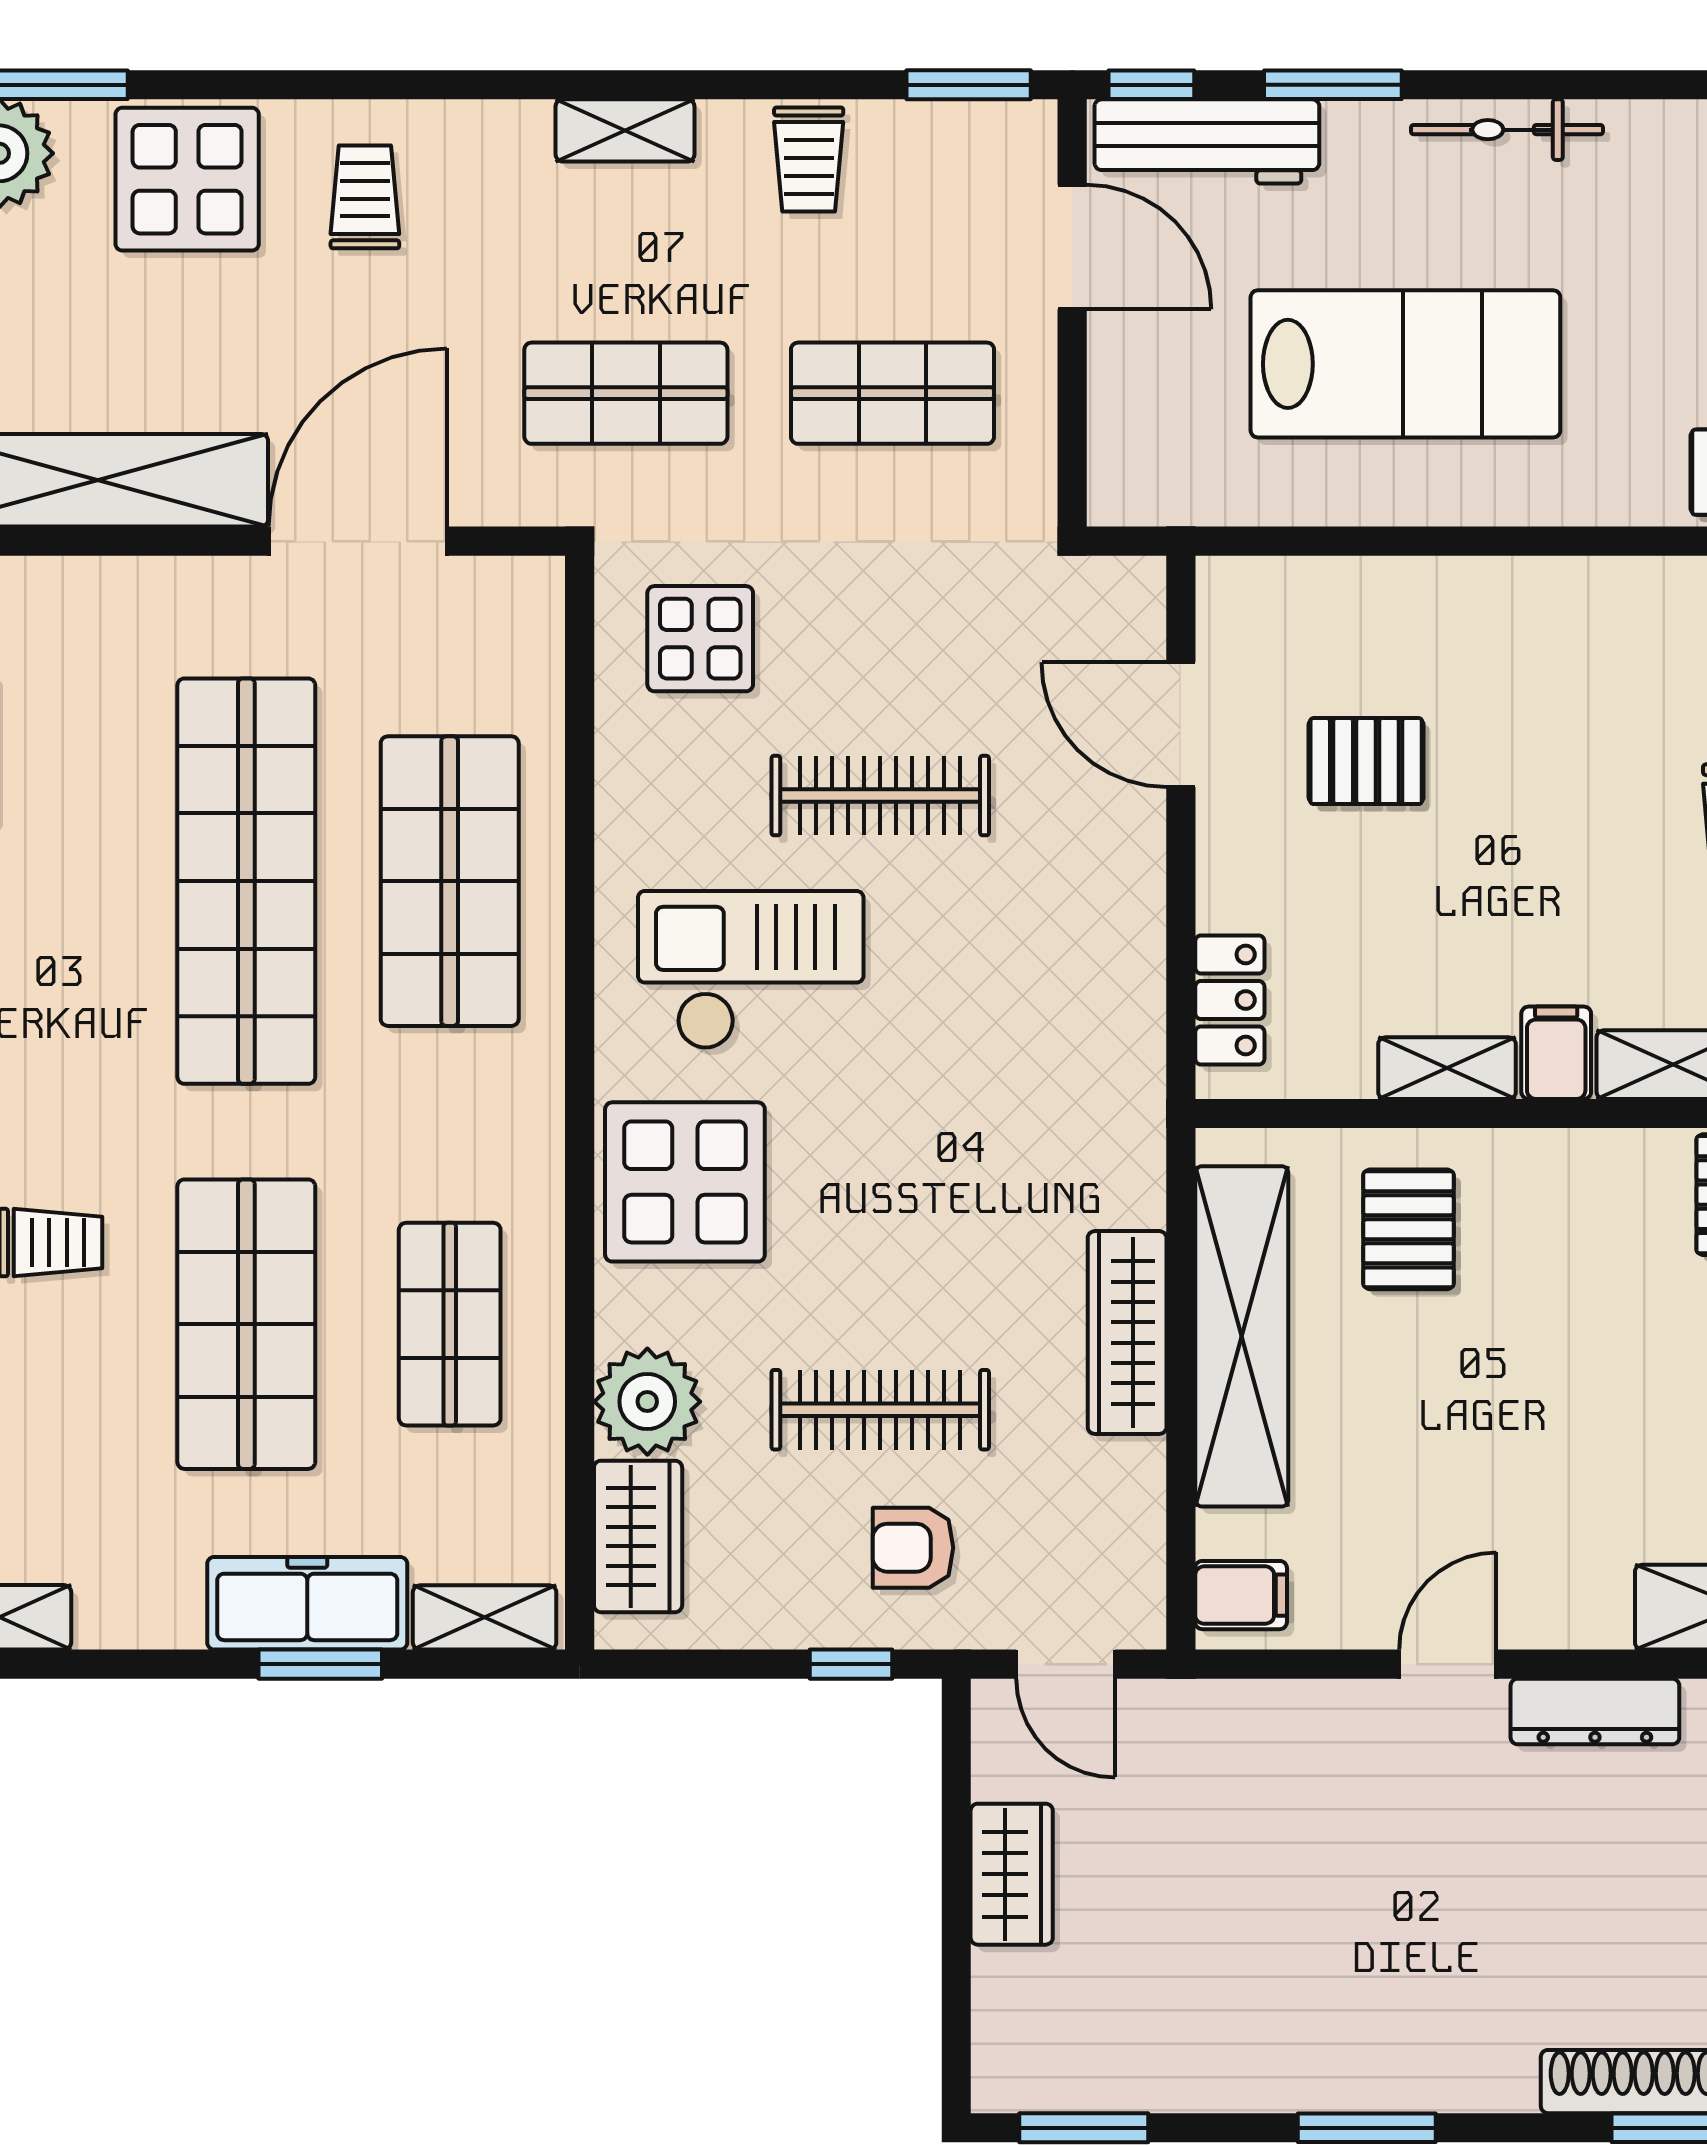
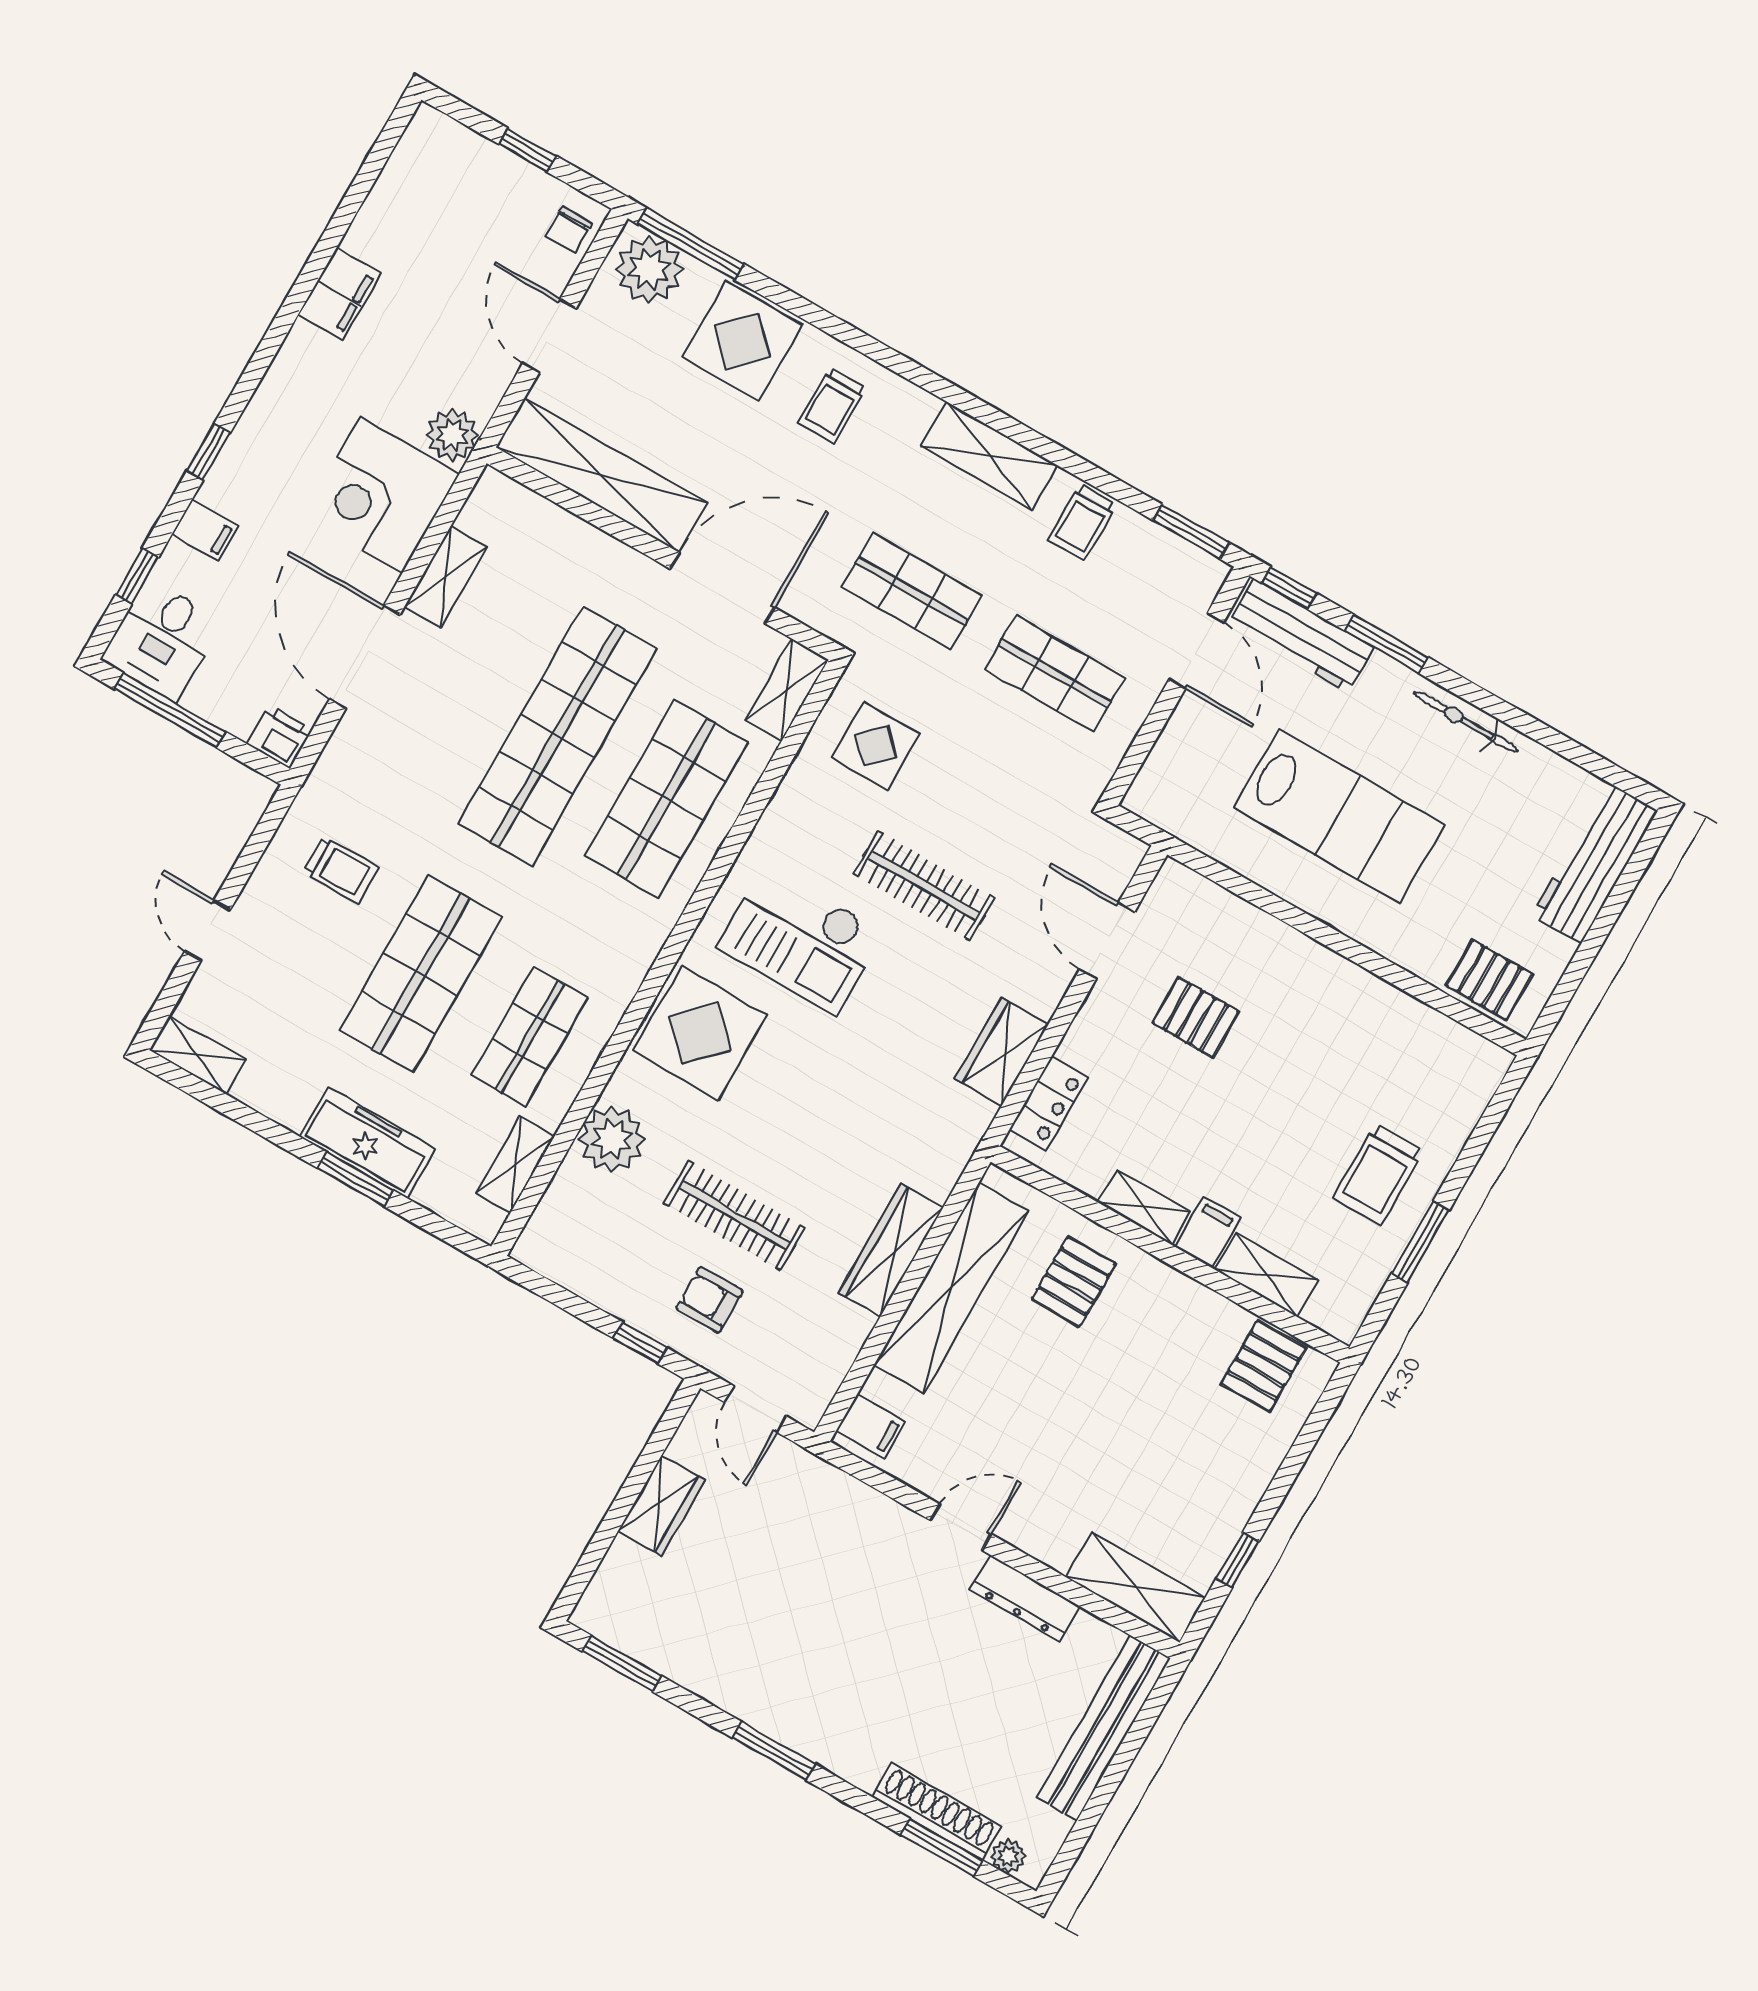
shelving: (625, 130) -> (989, 456), width x1.50, depth x1.33
trolley: (365, 197) -> (832, 405), turned 180
shelving: (531, 632) -> (787, 690), added
checkout: (751, 970) -> (801, 939), turned 180
wardrobe: (638, 1536) -> (1002, 1052), moved, turned 180
shelving: (485, 1617) -> (515, 1165), moved, turned 90

